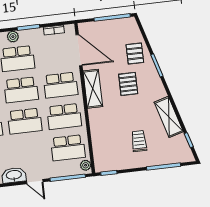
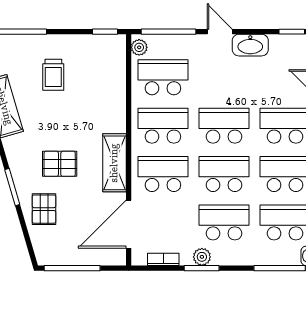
plant: (13, 37) -> (202, 257), moved
door: (79, 50) -> (129, 224), hinge flipped
pallet: (128, 84) -> (60, 164), turned 90

